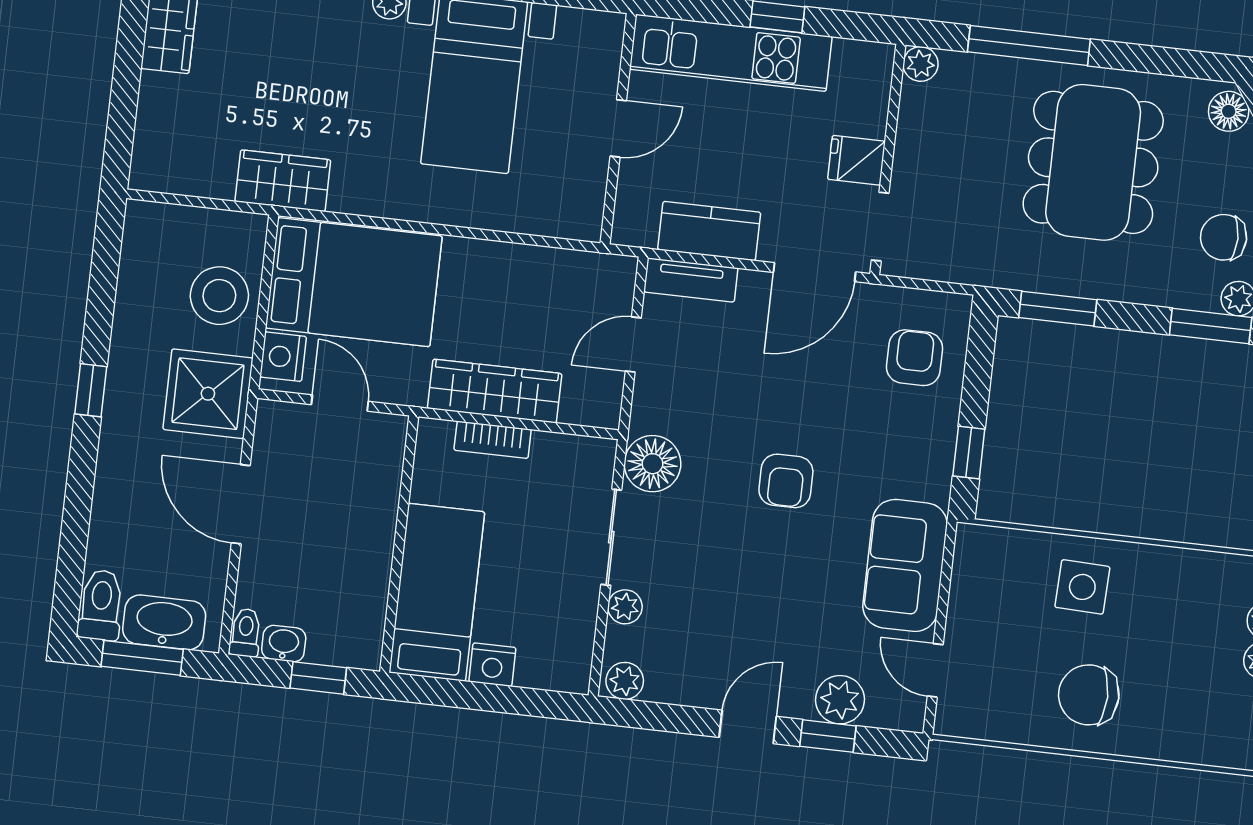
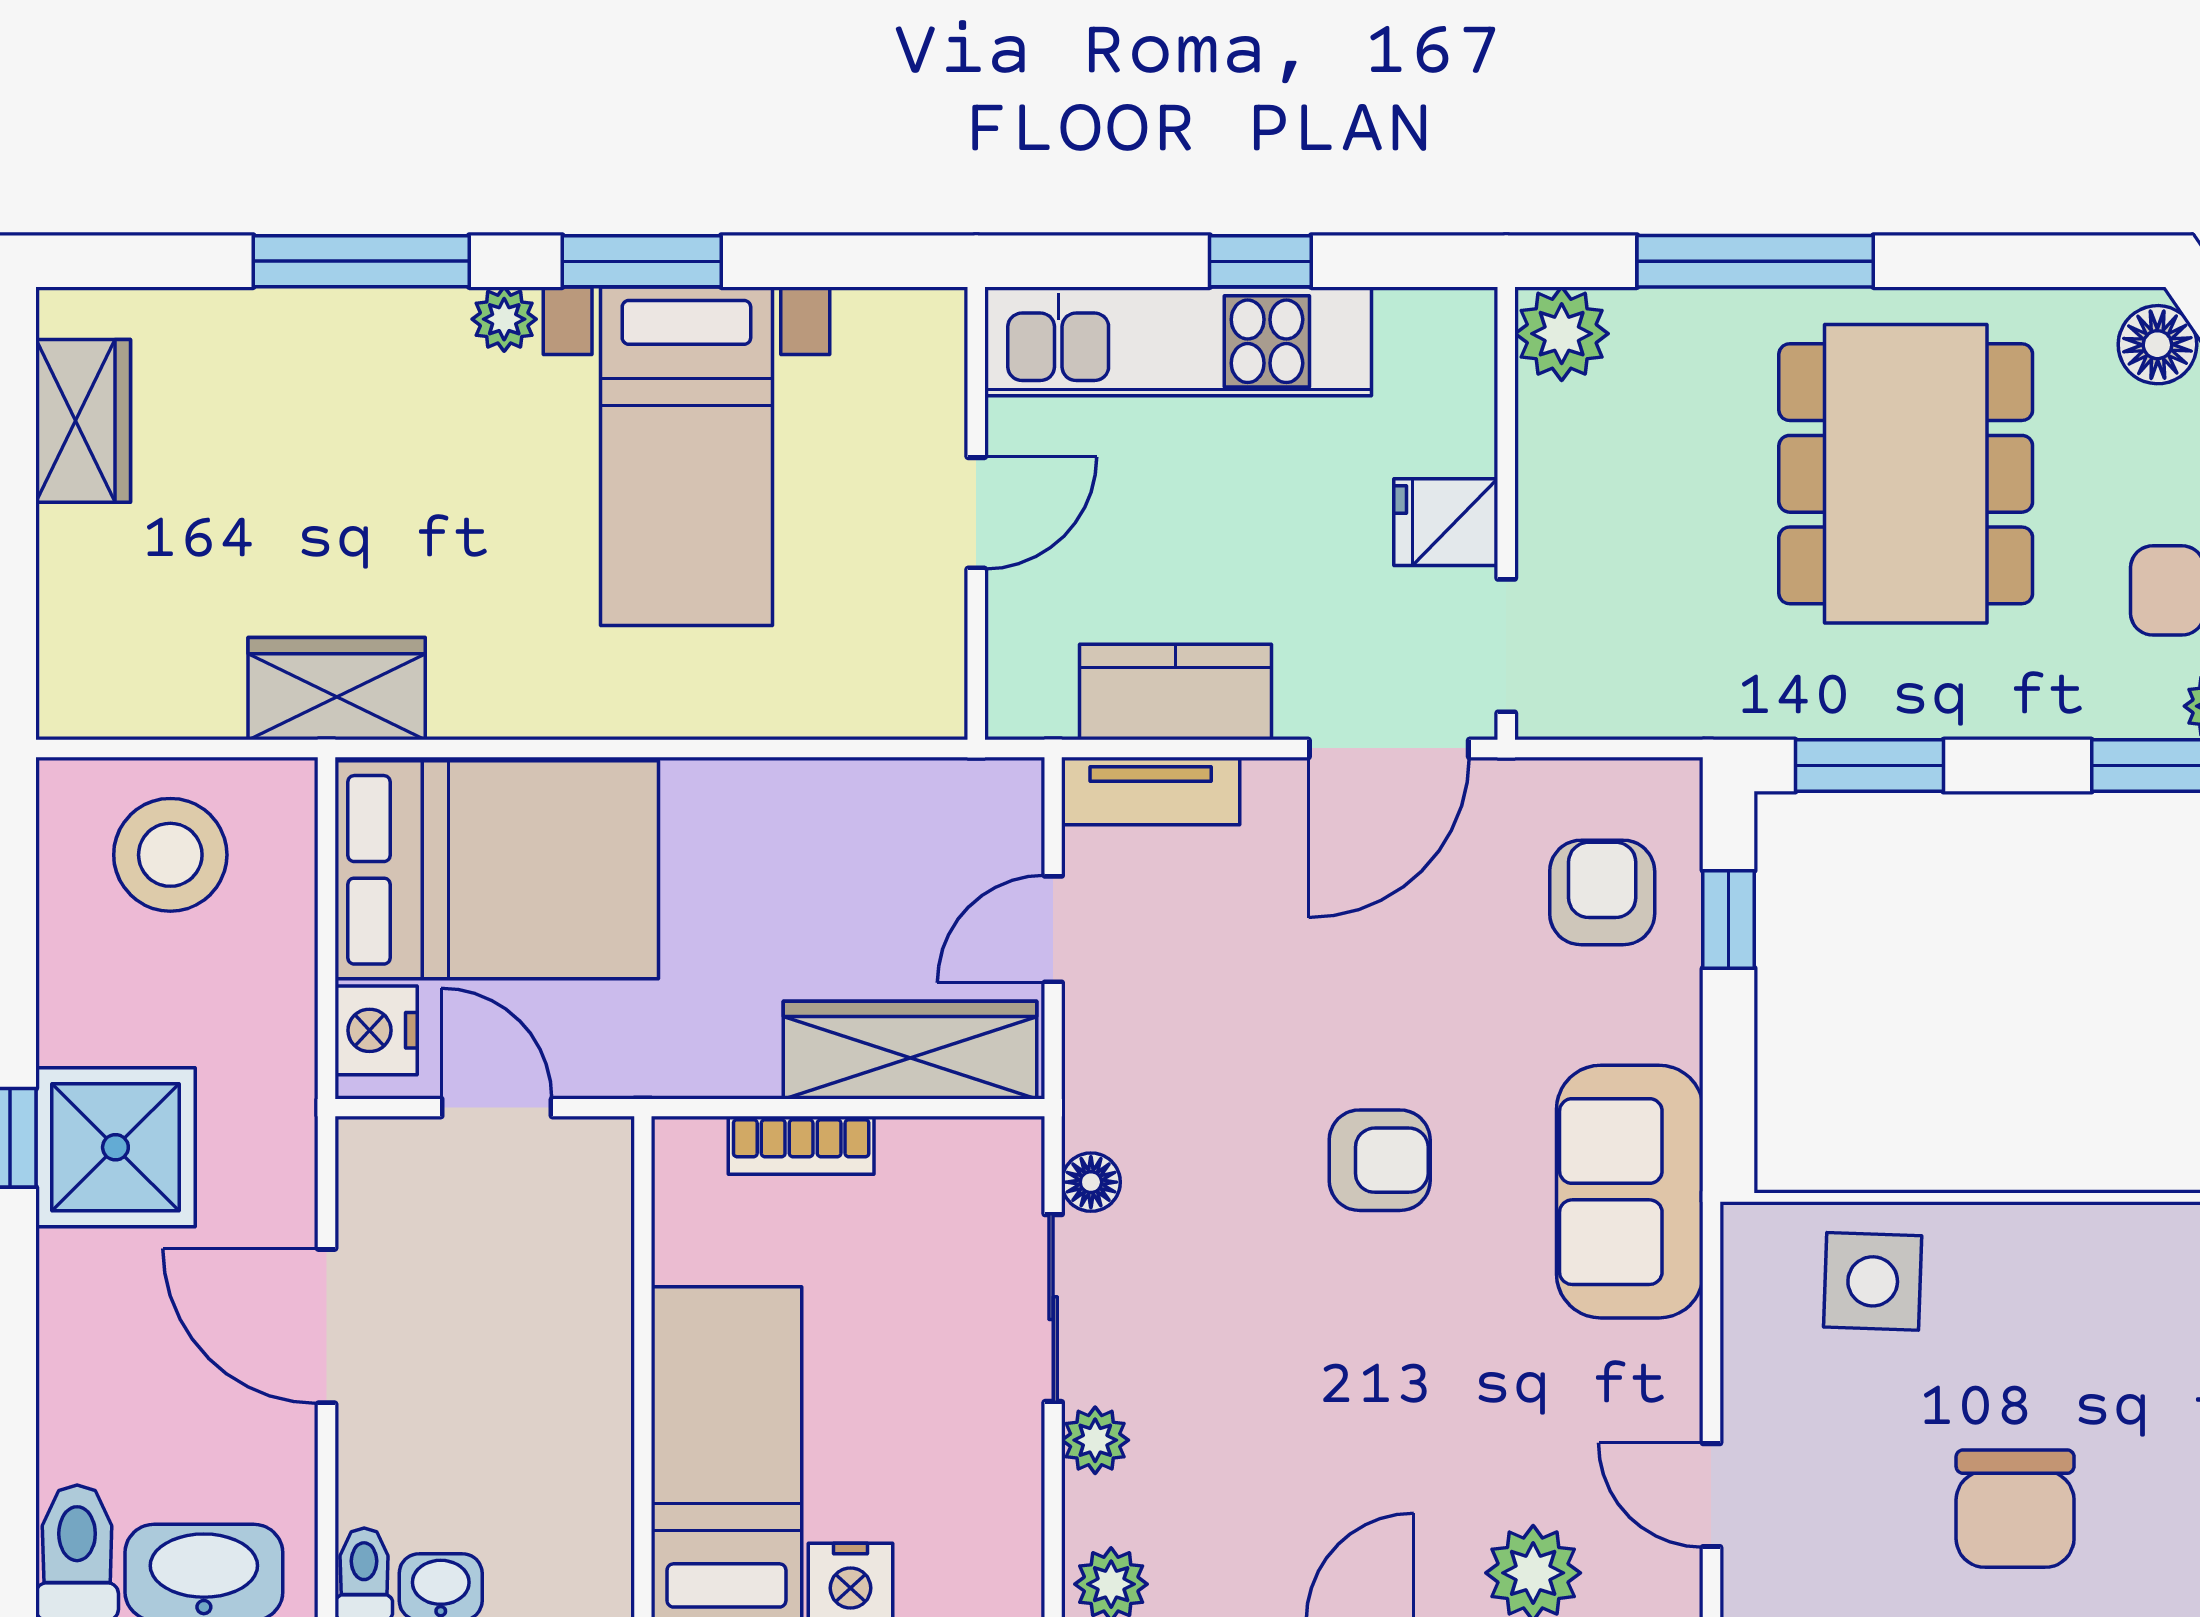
plant: (921, 64) -> (1562, 334), width x1.38, depth x1.38
stool: (219, 296) -> (170, 855), moved
wardrobe: (495, 391) -> (910, 1050), moved
shower: (208, 394) -> (115, 1147), moved
window: (969, 452) -> (1729, 919), moved
floor lamp: (652, 464) -> (1091, 1182), width x0.53, depth x0.53
armchair: (786, 481) -> (1380, 1160), turned -90
sofa: (905, 565) -> (1630, 1192), moved
side table: (1082, 587) -> (1873, 1281), moved
chair: (1089, 695) -> (2015, 1509), turned -90

